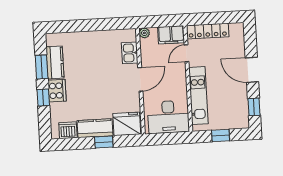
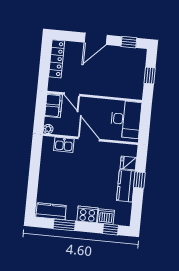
locker: (208, 31) -> (57, 59), moved
kitchen counter: (55, 62) -> (51, 211), moved
kitchen unit: (198, 96) -> (111, 90), removed
window: (43, 97) -> (110, 229), moved
fridge: (127, 124) -> (128, 163), width x0.53, depth x0.75
dishwasher: (68, 130) -> (106, 217), moved, turned 90

